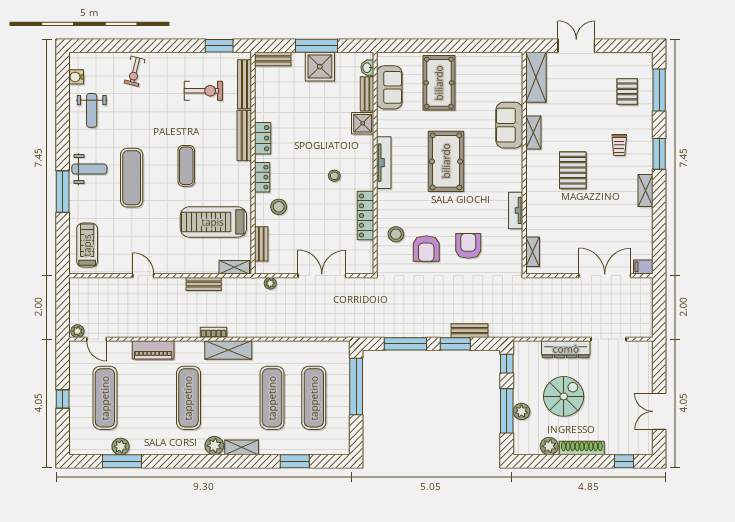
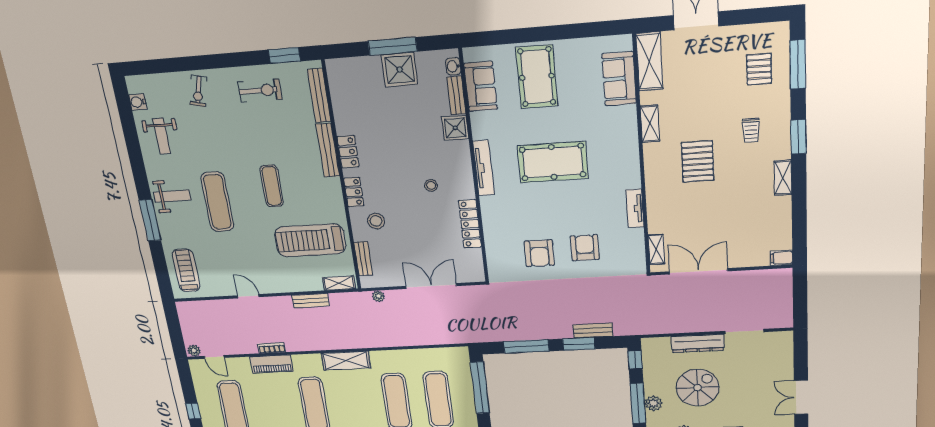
bench: (273, 59) -> (346, 65), removed
exercise bike: (203, 91) -> (260, 91), moved
sofa: (509, 125) -> (619, 79), moved
pool table: (446, 161) -> (553, 162), turned 90
stool: (396, 234) -> (505, 241), removed
double door: (605, 276) -> (698, 271), moved
bookcase: (214, 332) -> (272, 348), moved

